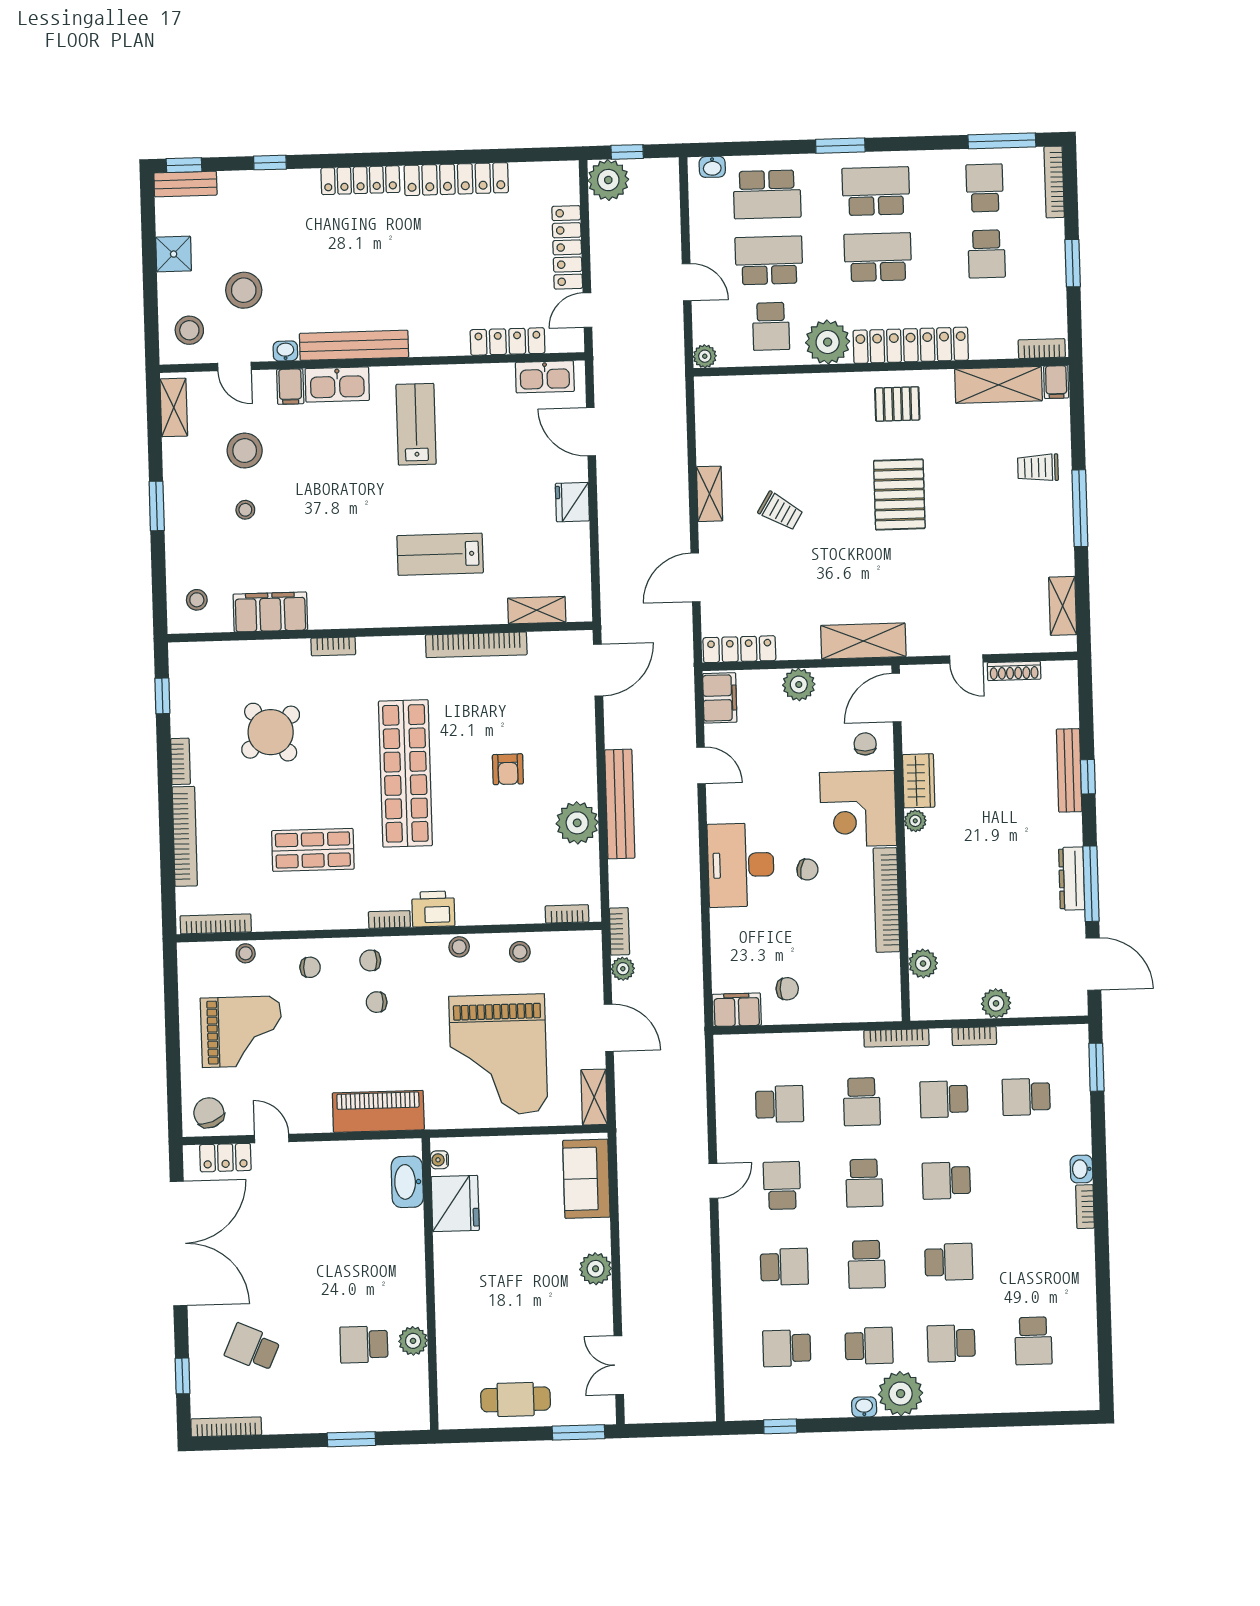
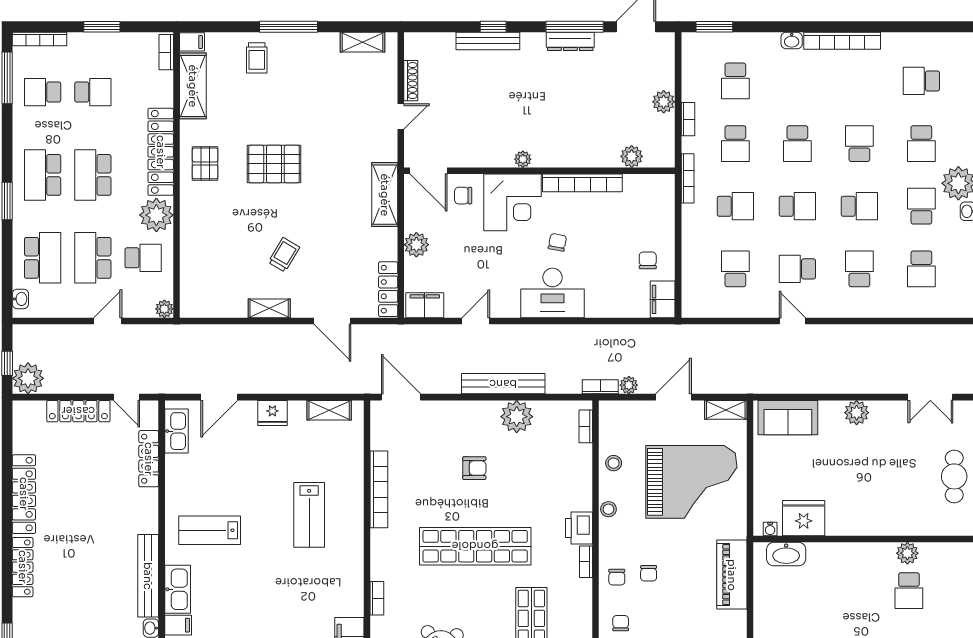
shelving: (537, 610) -> (329, 410), moved, turned 90
wardrobe: (919, 781) -> (492, 156), removed
bookcase: (1085, 1207) -> (842, 41), width x2.31, depth x1.31
school desk: (1033, 1341) -> (921, 81), turned 180

